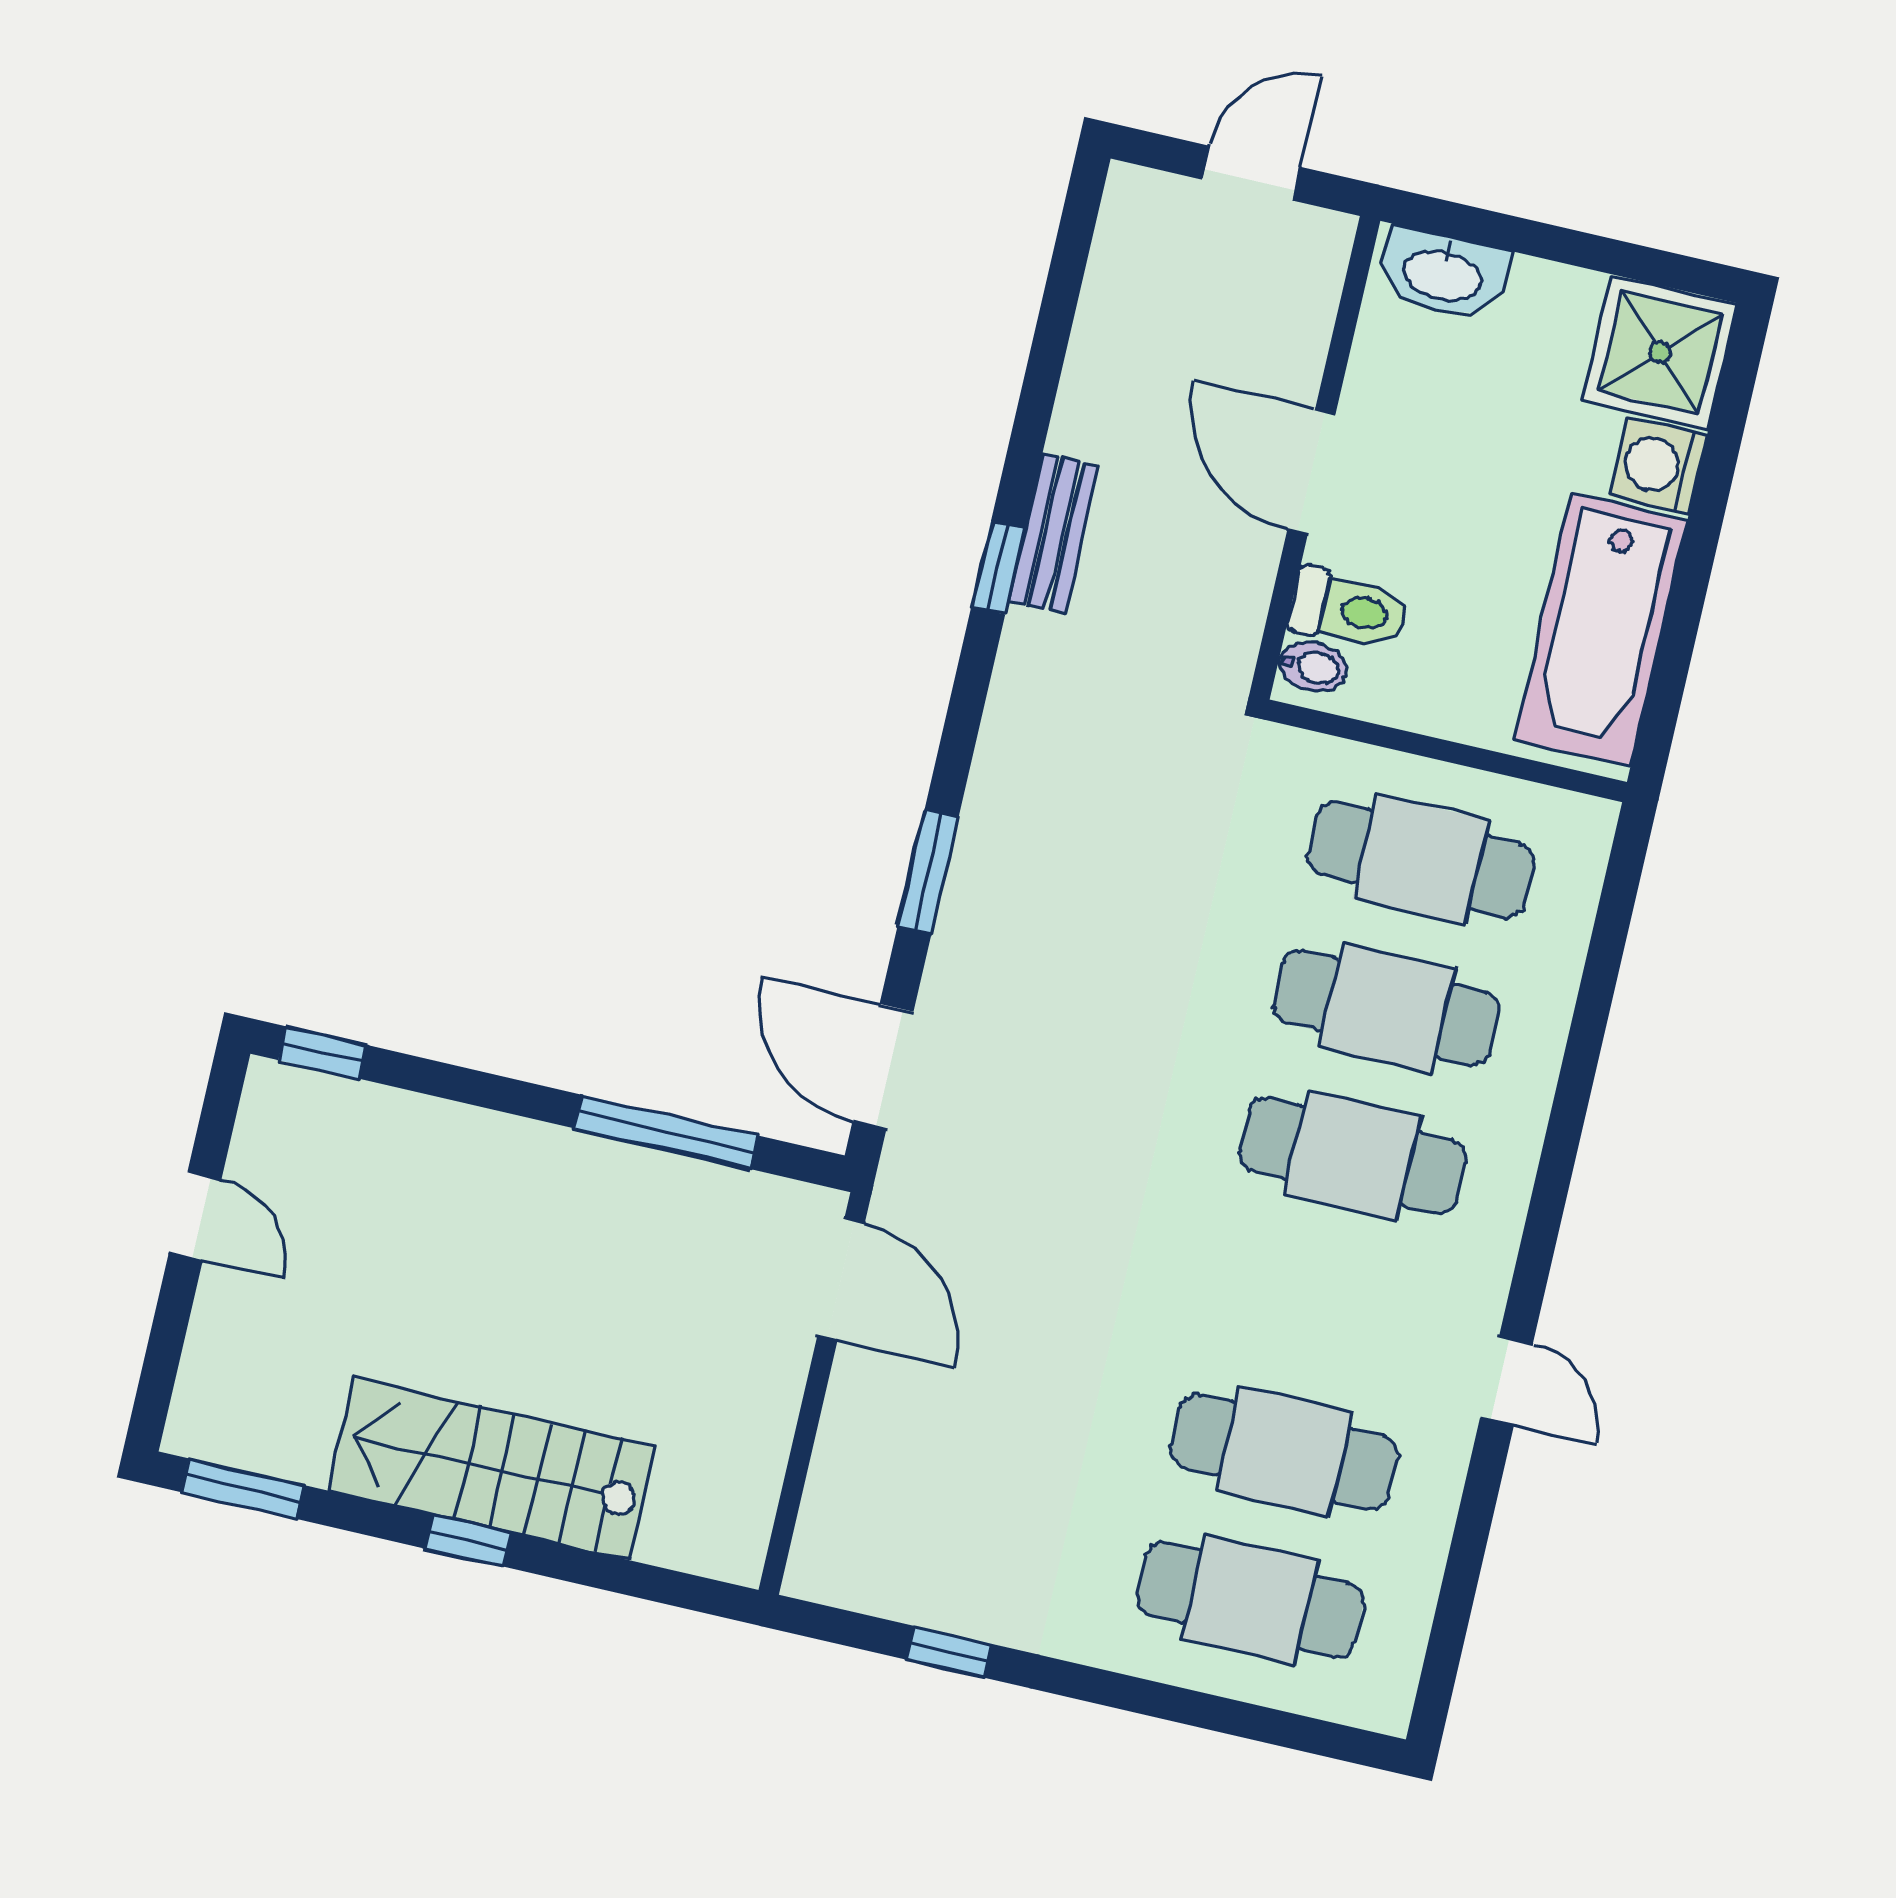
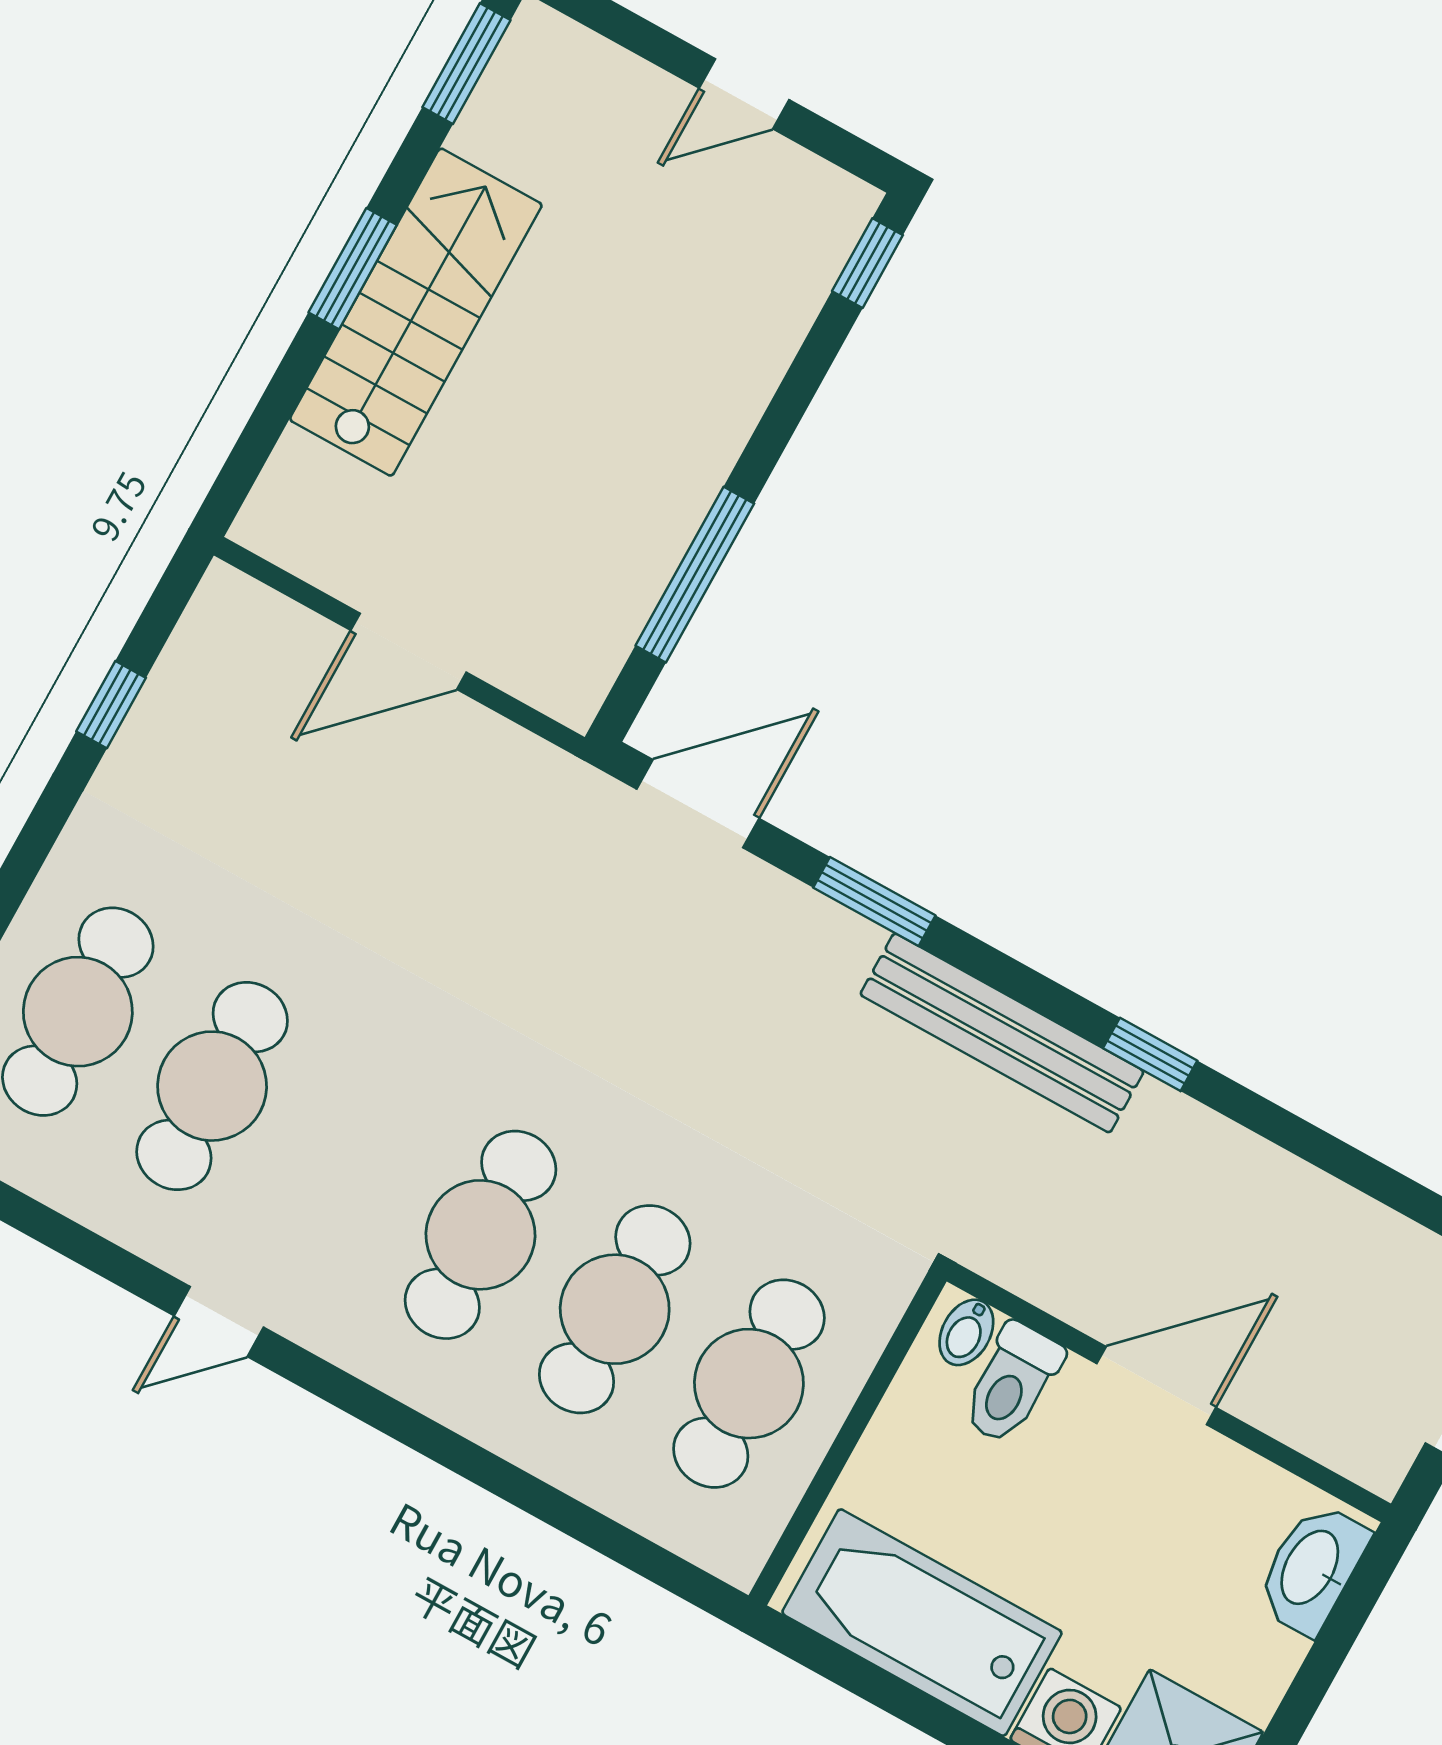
bench: (1054, 534) -> (1002, 1033), moved, width x1.86, depth x1.21
door: (841, 1280) -> (409, 651), moved
window: (468, 1541) -> (353, 269), width x1.50

